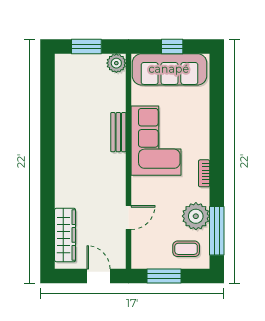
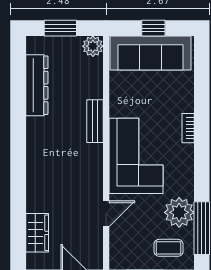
dresser: (65, 99) -> (37, 85), added
corner sofa: (156, 141) -> (136, 156), moved
bookcase: (204, 173) -> (188, 128), moved
wardrobe: (65, 235) -> (37, 233), width x0.67

